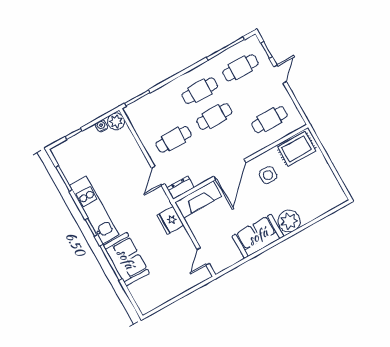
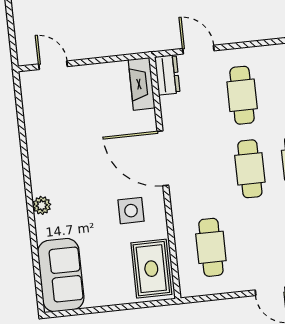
fireplace: (198, 199) -> (142, 84), width x0.73, depth x0.76
fridge: (170, 220) -> (126, 40), removed
plant: (289, 221) -> (42, 205), width x0.53, depth x0.53
sofa: (258, 236) -> (61, 275), moved

